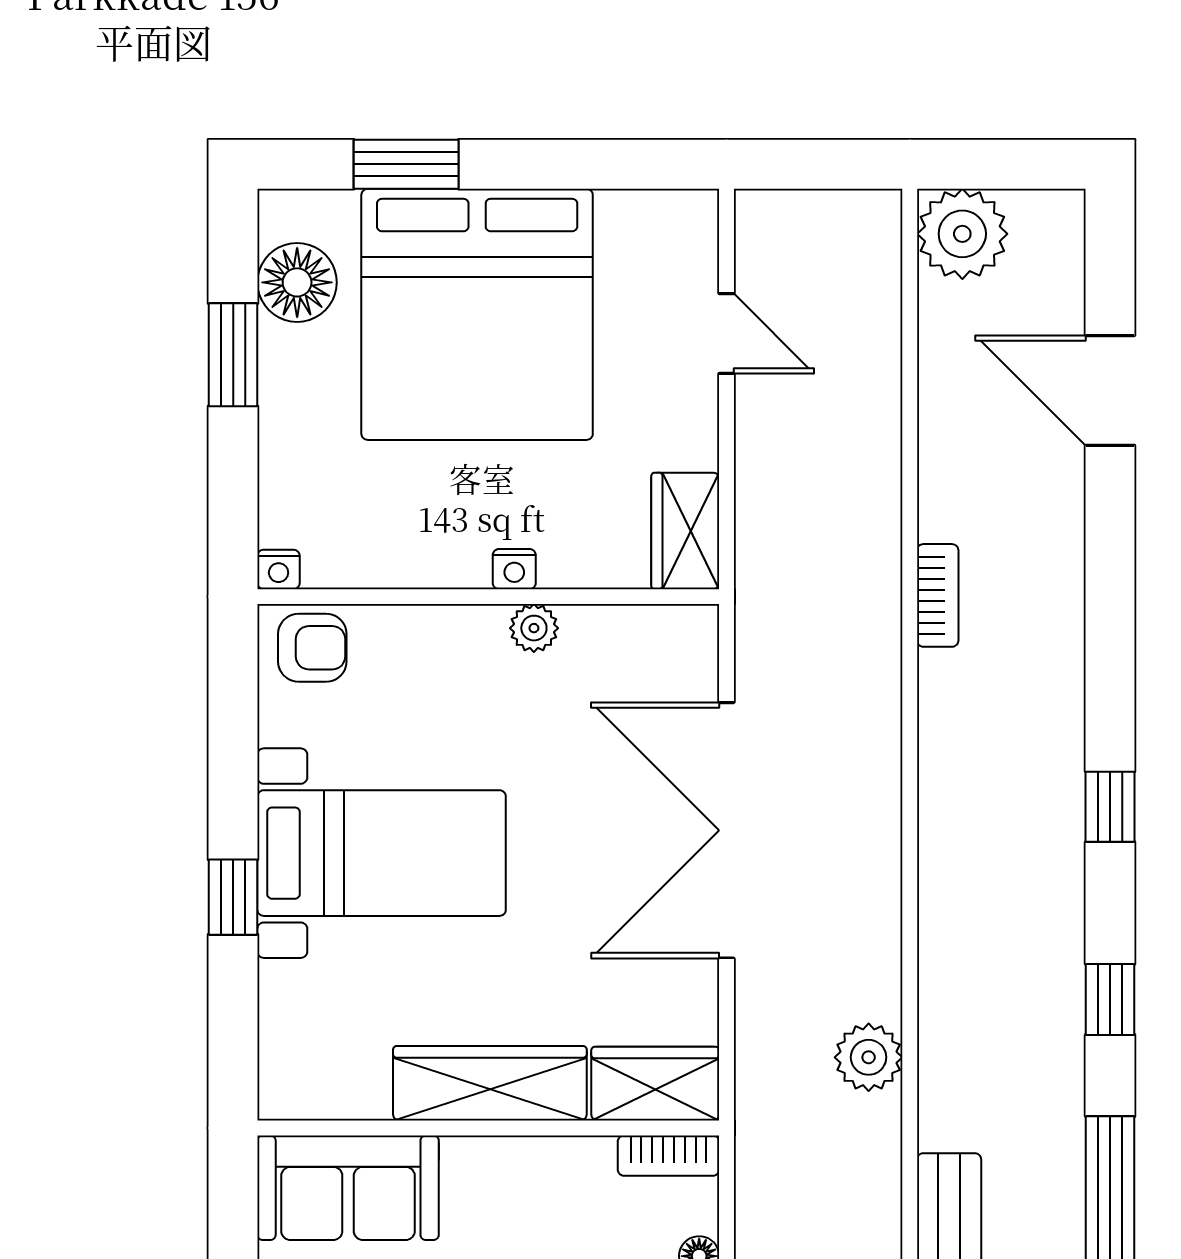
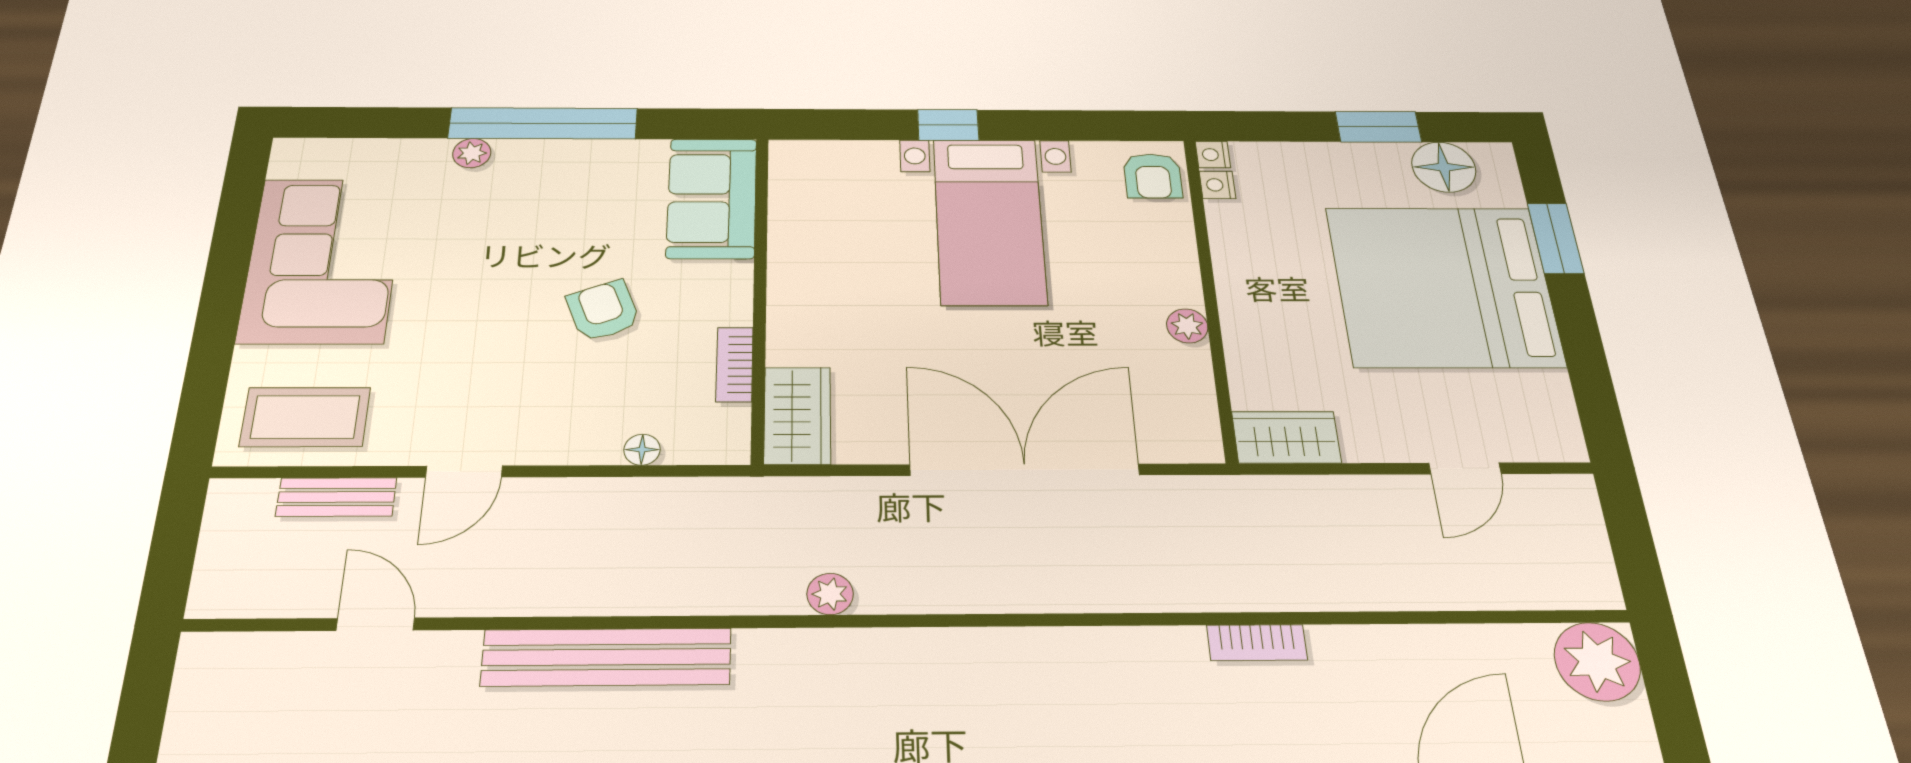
nightstand: (514, 569) -> (1217, 185), moved
plant: (869, 1057) -> (830, 594), width x0.73, depth x0.73
wardrobe: (490, 1083) -> (798, 295), removed
bookcase: (669, 1156) -> (735, 364), moved

